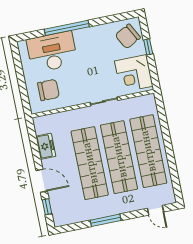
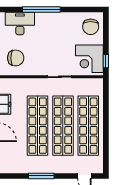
chair: (128, 36) -> (91, 27), turned -62
window: (148, 47) -> (106, 61), moved
desk: (52, 52) -> (20, 23), width x0.73, depth x0.77

